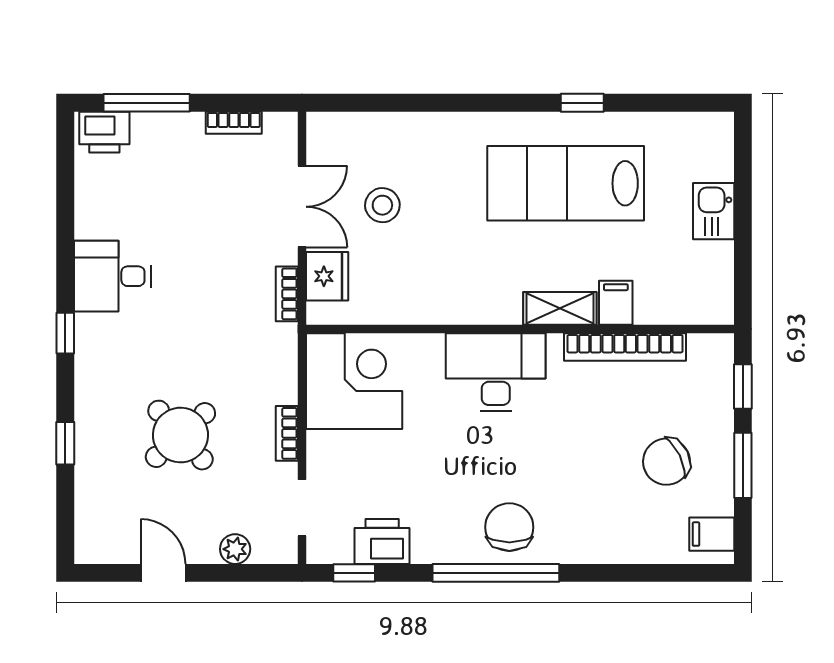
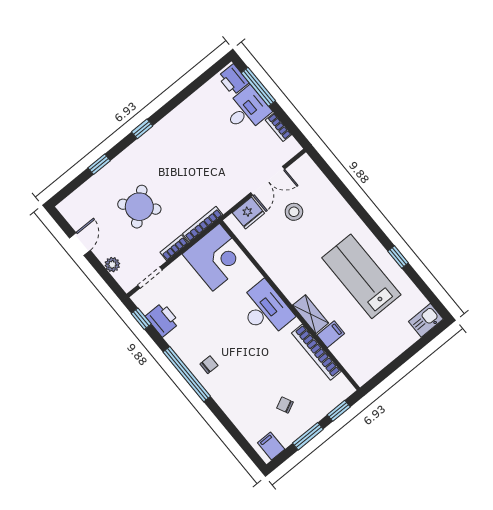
kitchen sink: (714, 211) -> (426, 320), moved
desk: (112, 276) -> (247, 110), moved, turned 90
bookcase: (287, 294) -> (203, 224), moved, width x1.56
chair: (666, 462) -> (285, 405), width x0.54, depth x0.54
chair: (509, 527) -> (209, 365), width x0.54, depth x0.54

